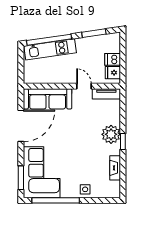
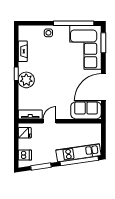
dishwasher: (113, 59) -> (25, 155), moved
door: (84, 86) -> (49, 121), swing flipped
sofa: (48, 99) -> (86, 110), width x0.73

